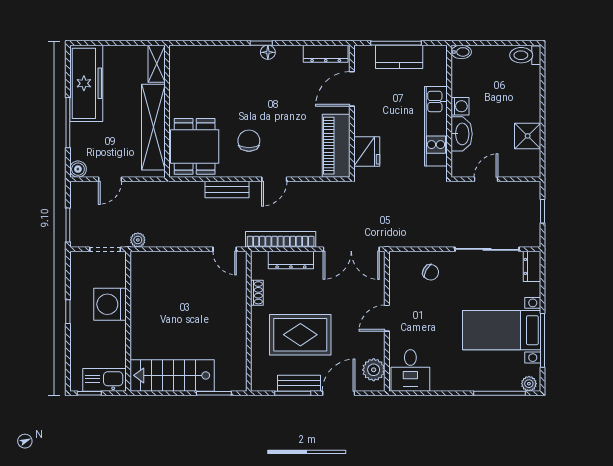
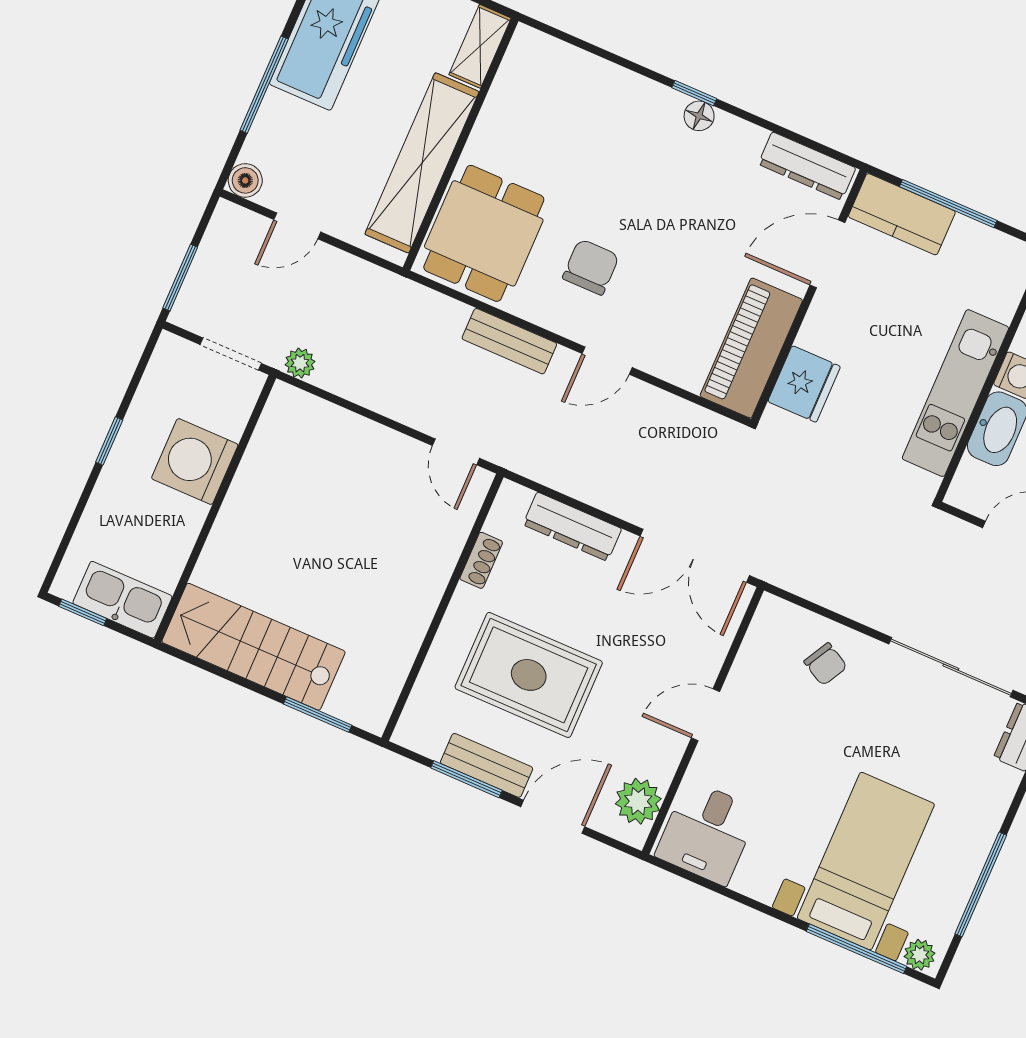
kitchen counter: (399, 57) -> (902, 214), moved
bookcase: (281, 239) -> (570, 479), removed
bed with nightstands: (502, 330) -> (866, 861), moved, turned 90

